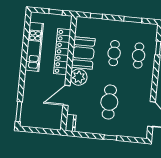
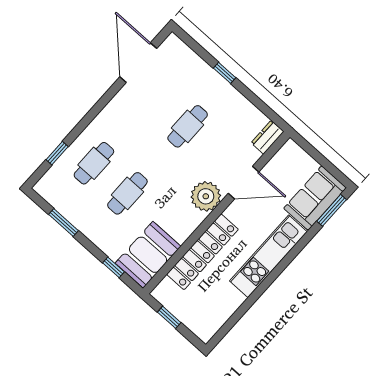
kitchen unit: (34, 47) -> (268, 256), moved
booth: (83, 53) -> (148, 255), moved
cafe table: (109, 102) -> (188, 126), width x0.73, depth x0.74
sofa: (30, 112) -> (315, 198), added

